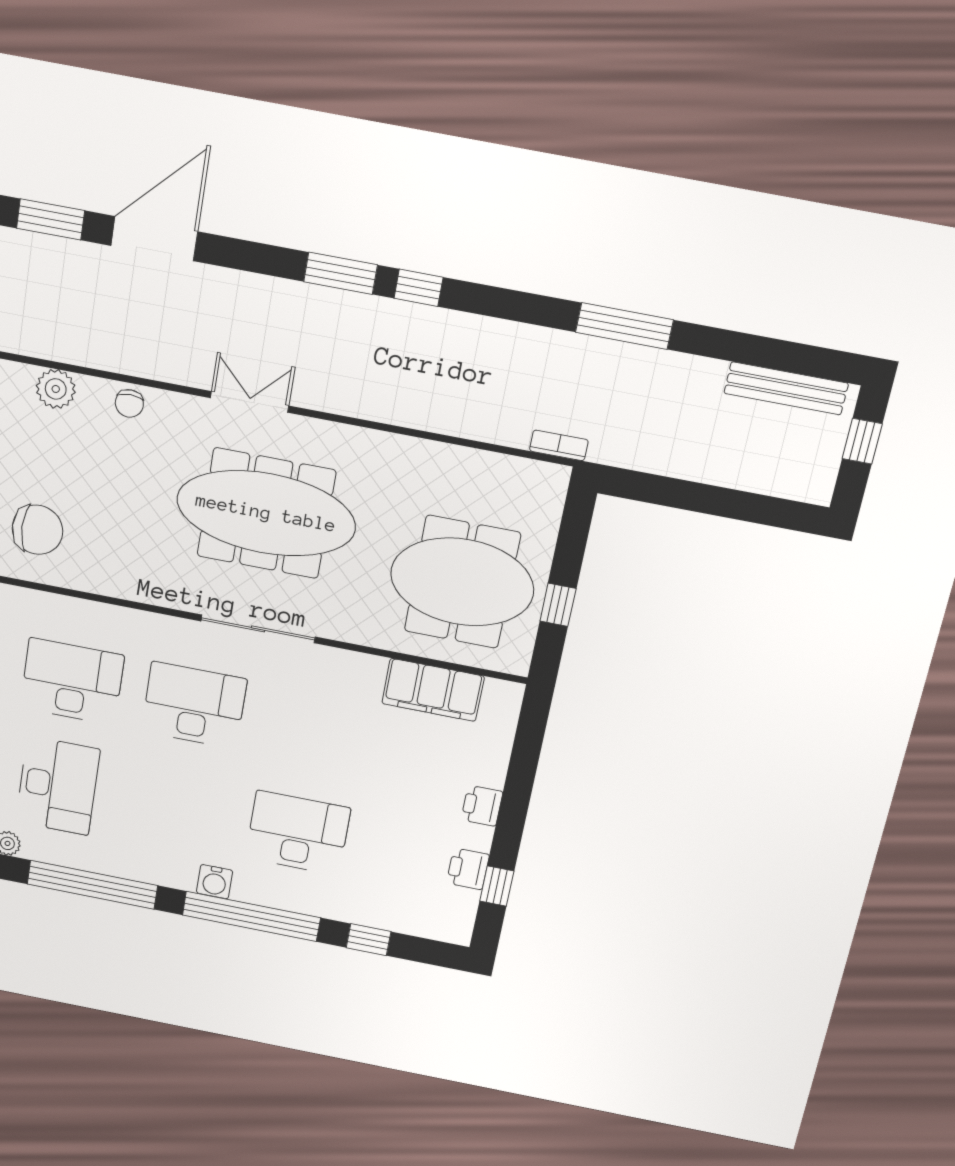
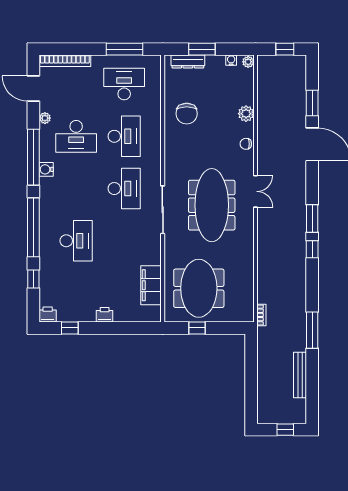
bench: (786, 388) -> (300, 375), moved
printer: (468, 869) -> (48, 314), moved
water cooler: (215, 882) -> (46, 169), moved

